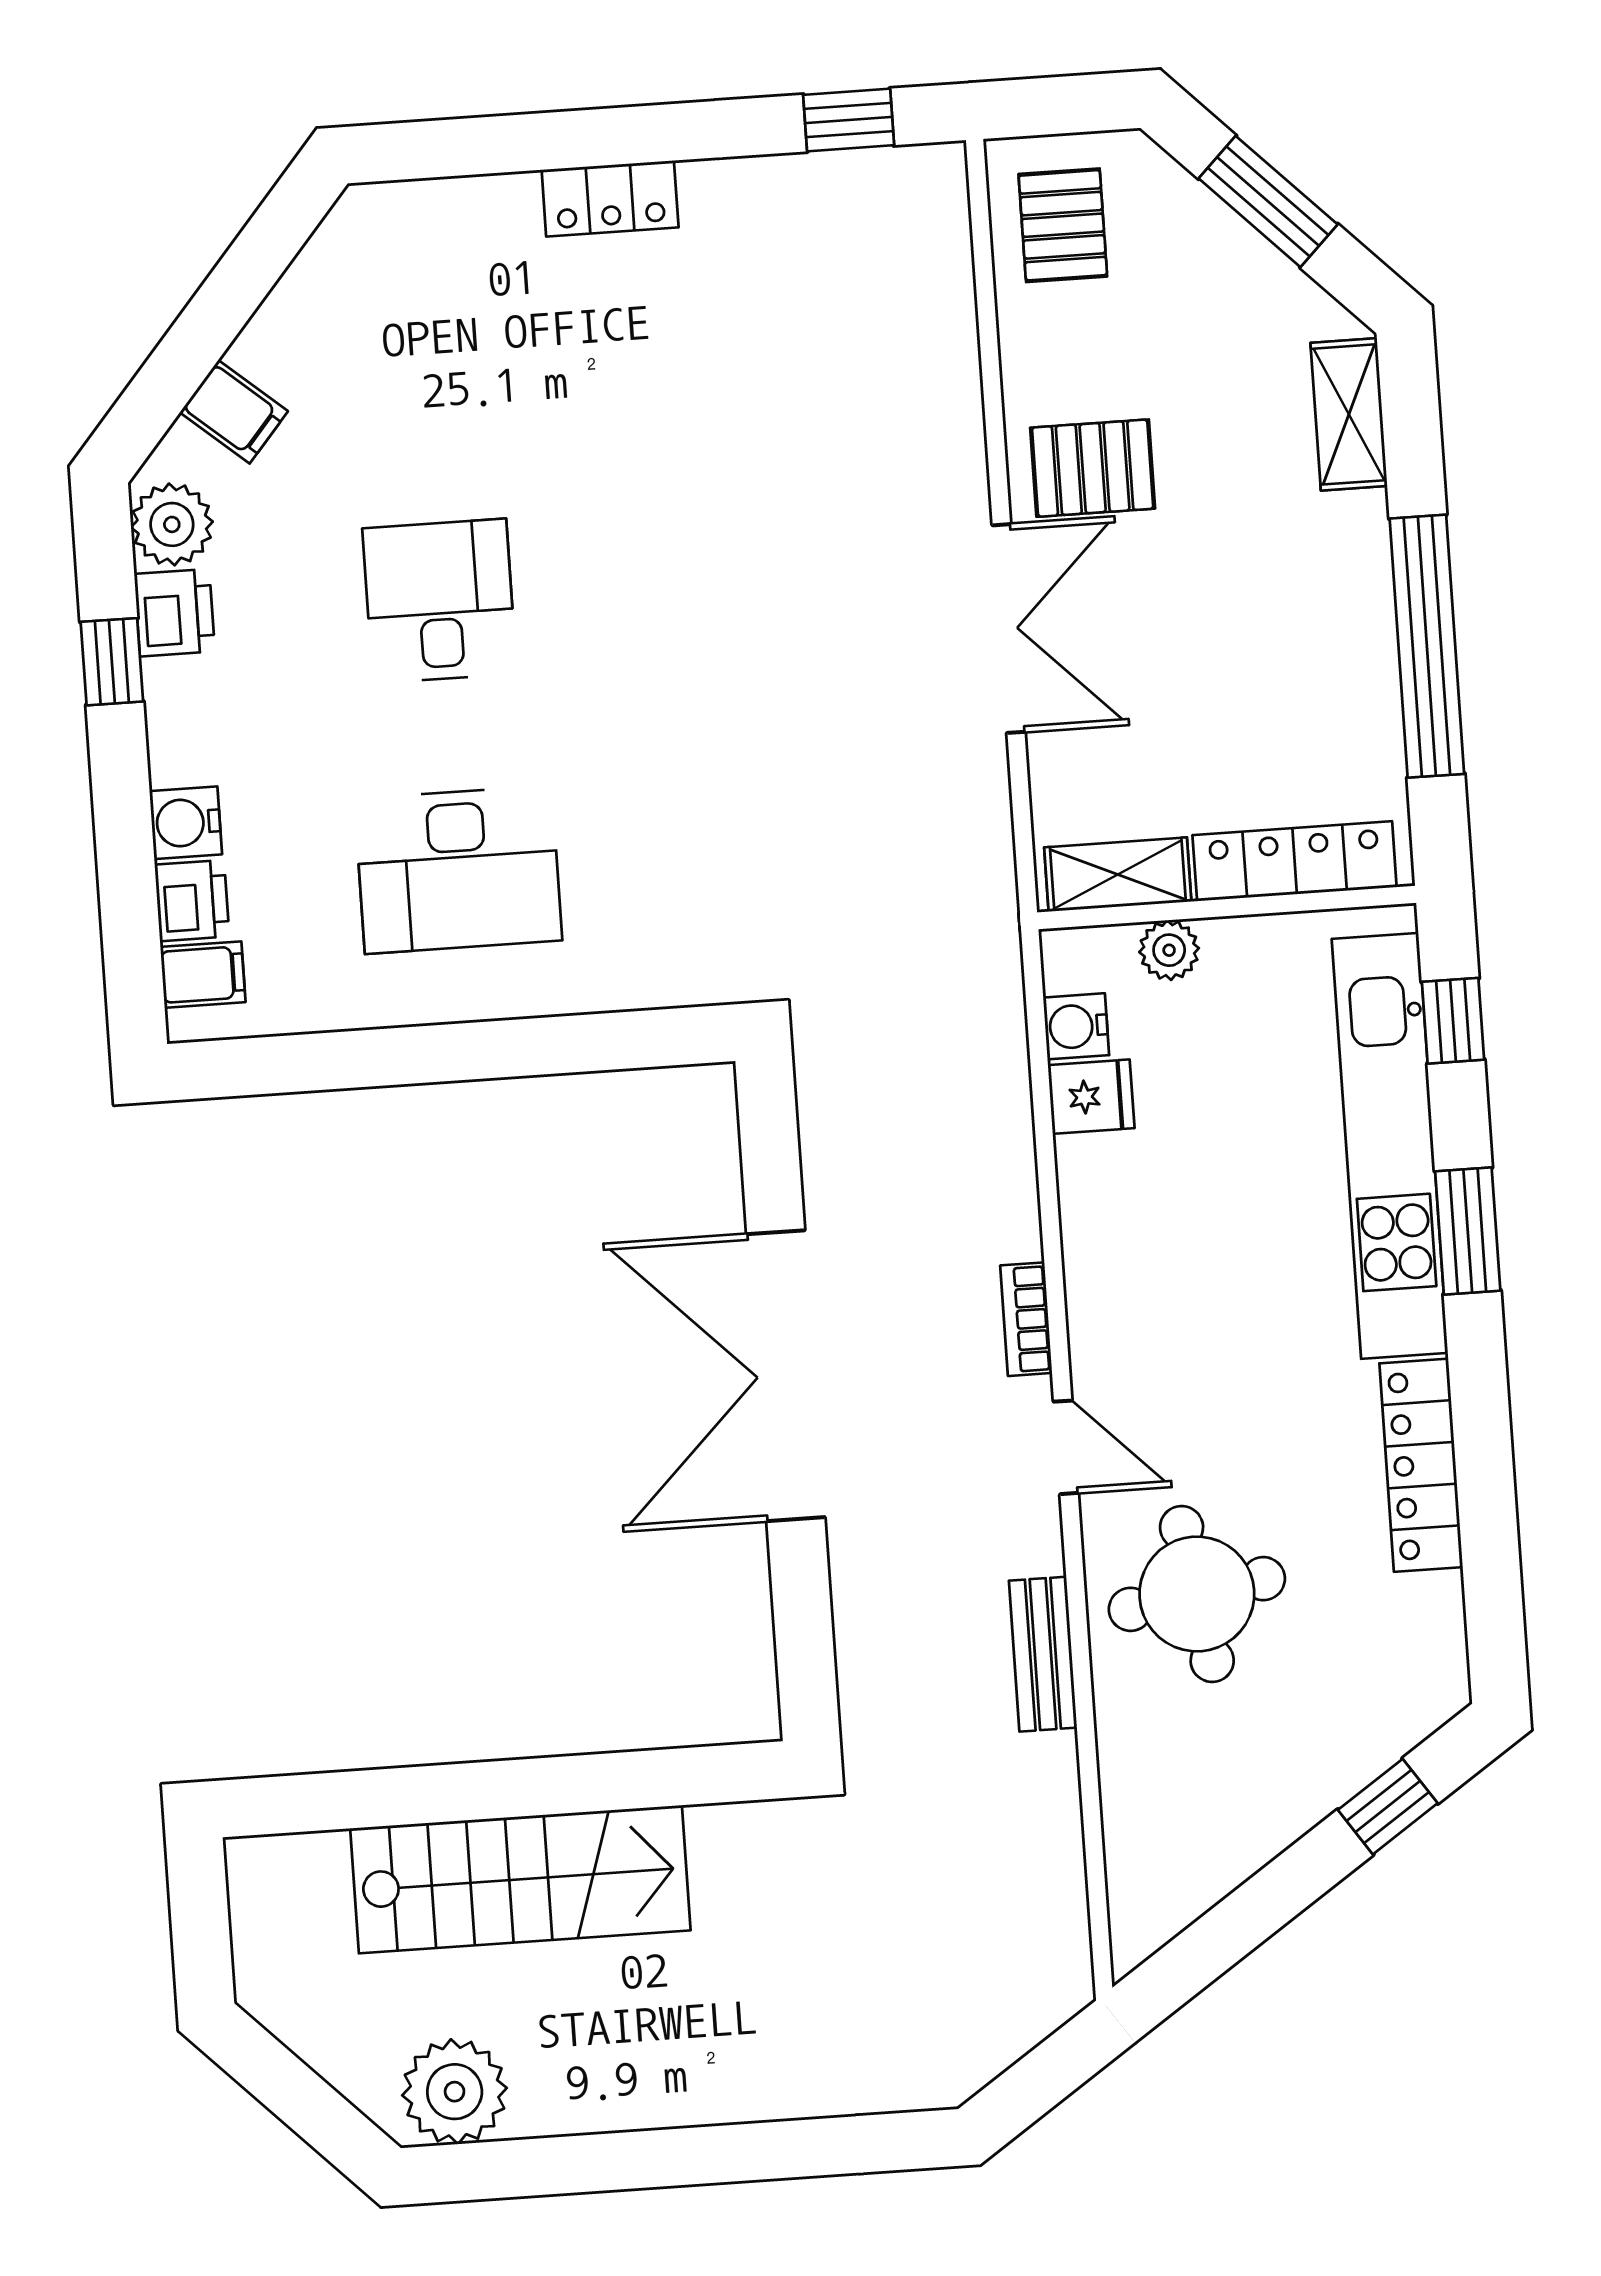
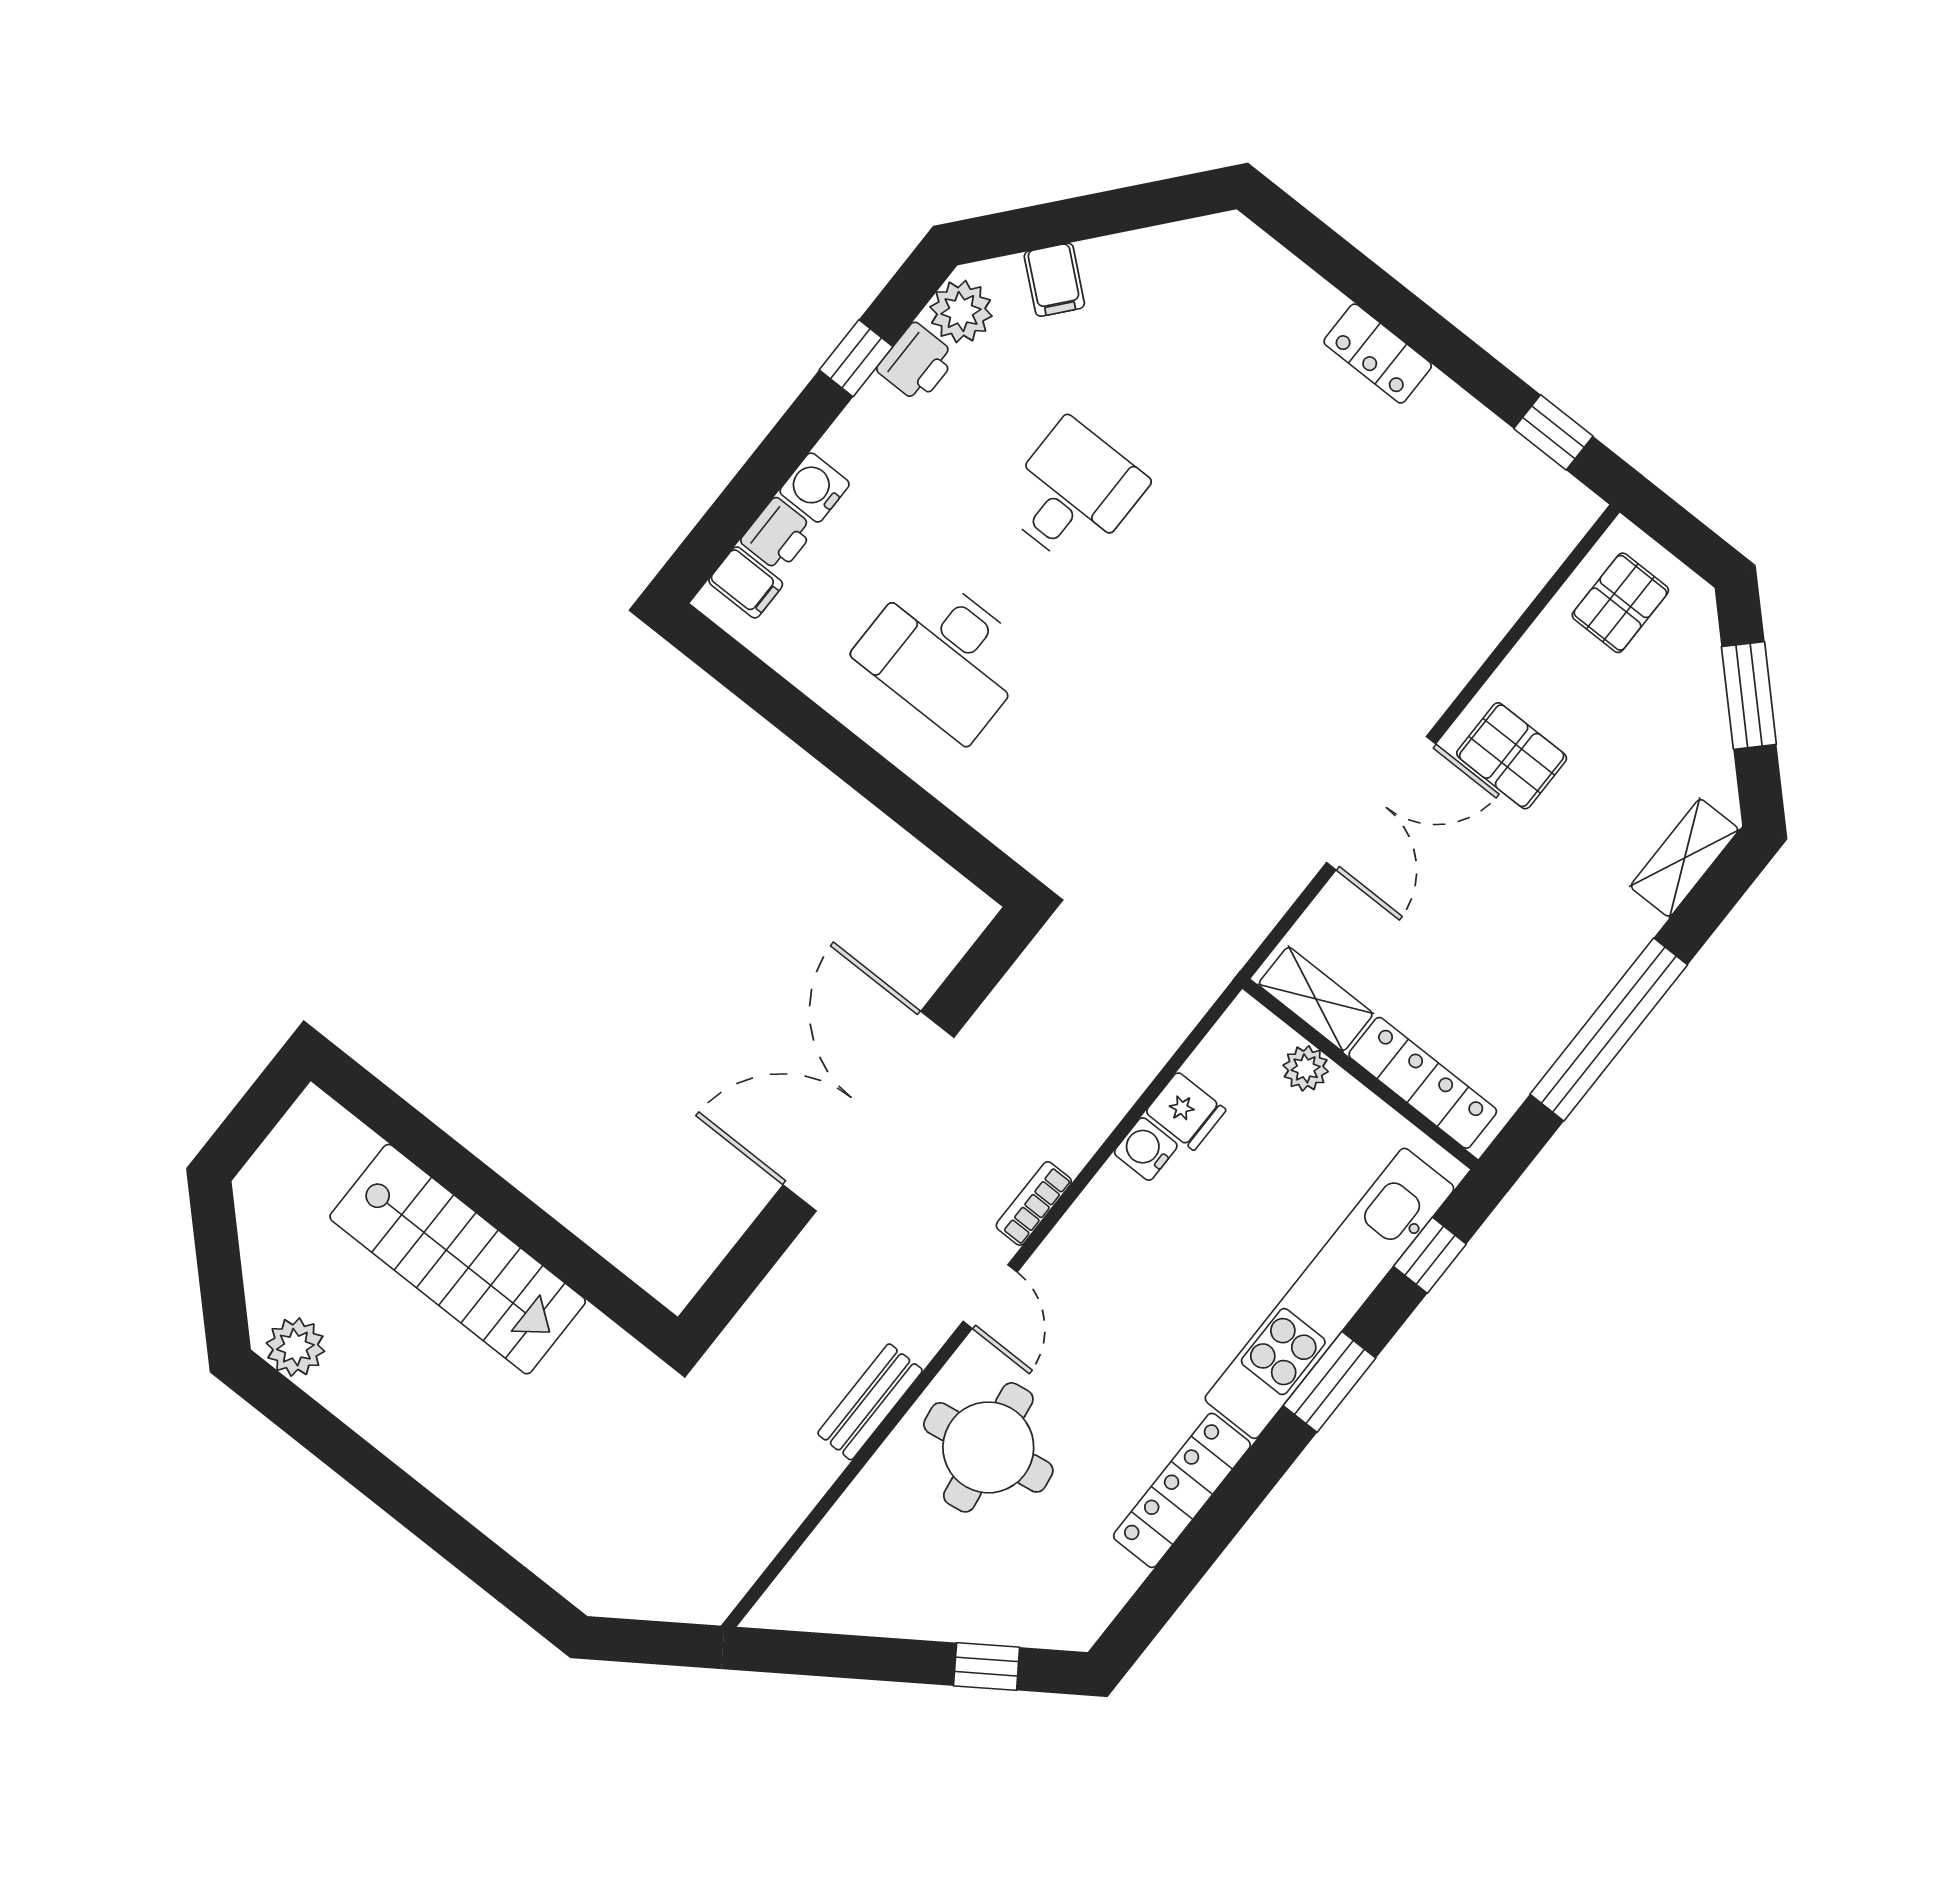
water cooler: (1076, 1026) -> (1146, 1149), moved
plant: (455, 2092) -> (295, 1347), width x0.73, depth x0.73

